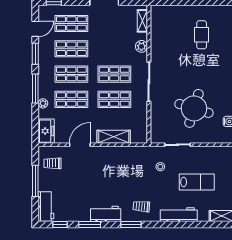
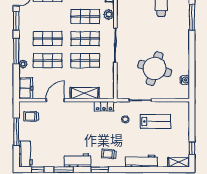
shop shelf: (71, 49) -> (85, 17), moved
locker: (136, 152) -> (104, 106), added
lab bench: (197, 182) -> (156, 121), moved

